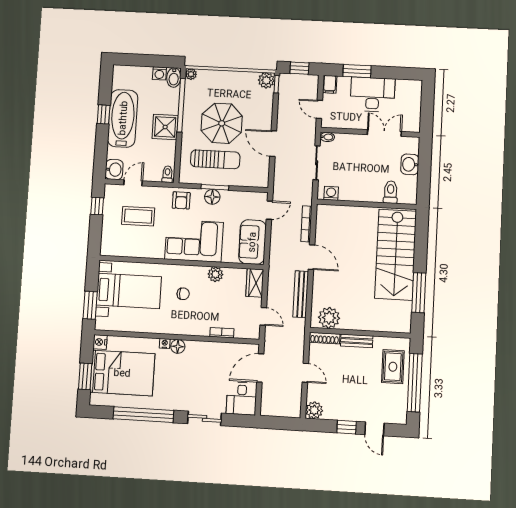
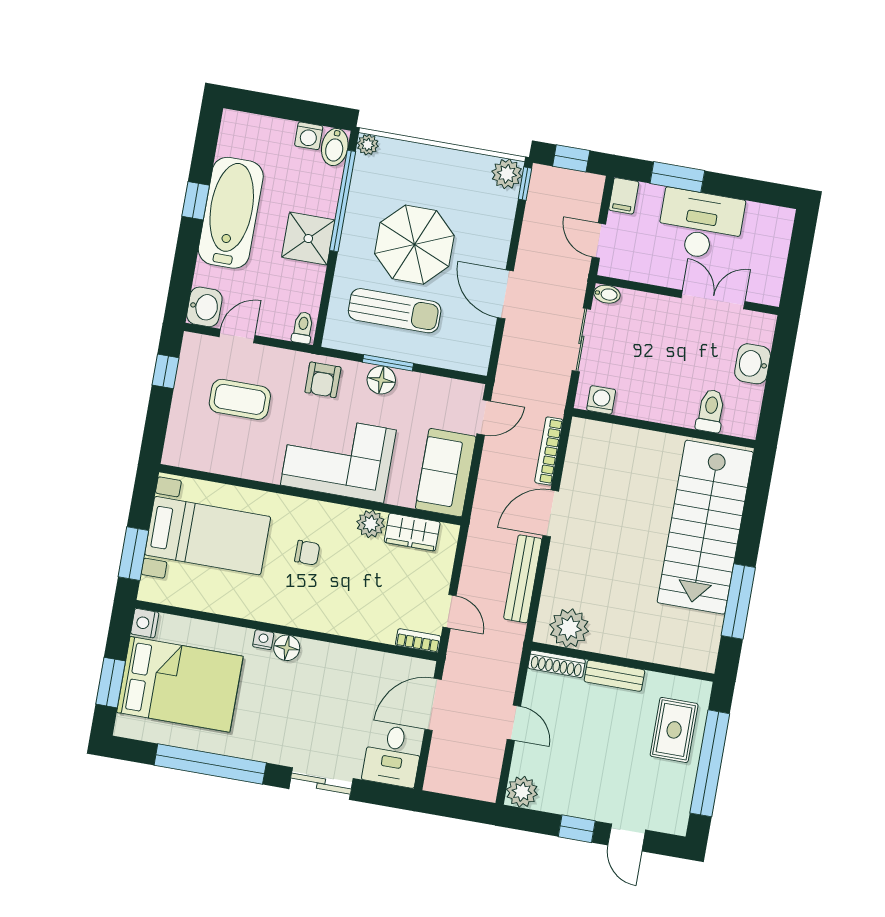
door: (311, 257) -> (551, 513), swing flipped
wardrobe: (255, 283) -> (412, 532), moved, turned -90
bookcase: (222, 333) -> (418, 641), moved

